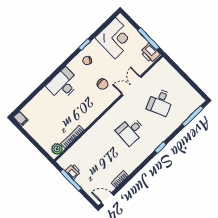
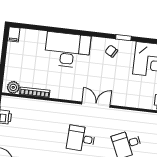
desk: (63, 84) -> (68, 50), width x1.36, depth x1.30
chair: (103, 84) -> (102, 81), removed
double door: (131, 86) -> (96, 105), moved

